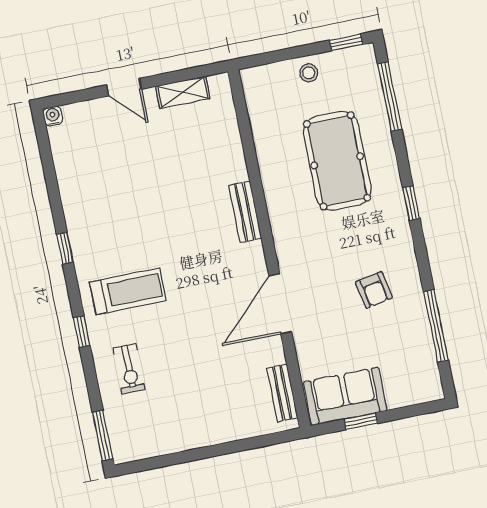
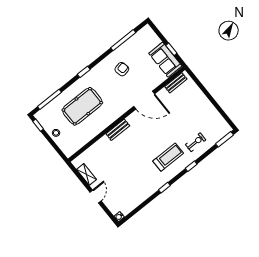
treadmill: (128, 291) -> (168, 157), turned 90

